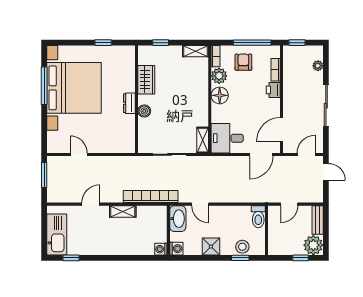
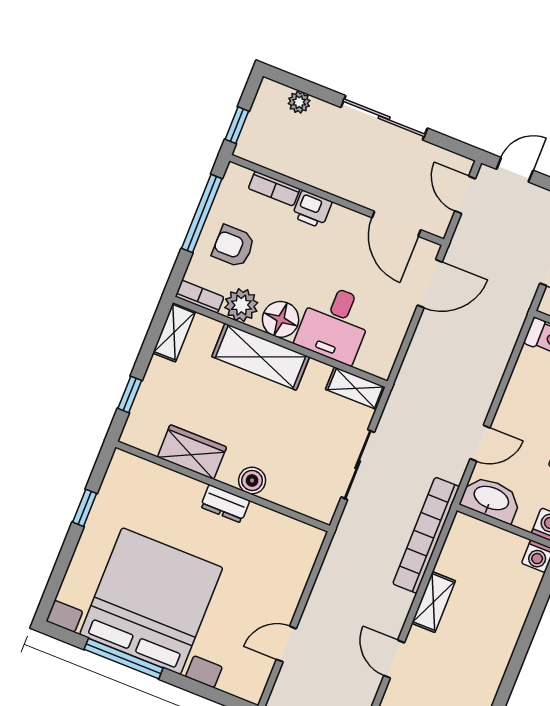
shelving: (200, 93) -> (261, 357), added
desk: (227, 138) -> (335, 324), moved
door: (261, 154) -> (430, 284), hinge flipped

